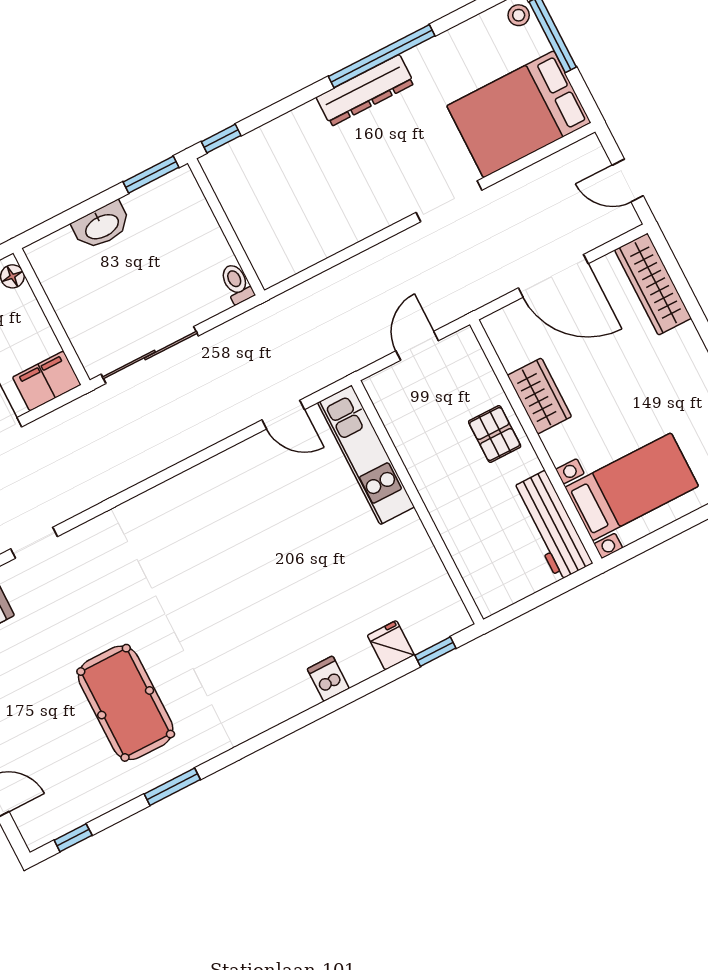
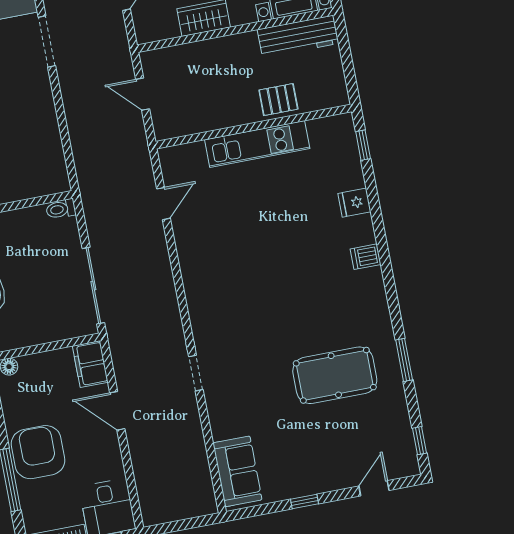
pallet: (495, 434) -> (278, 100), moved
kitchen unit: (366, 455) -> (257, 144), moved
doorway: (34, 543) -> (196, 373), moved
fridge: (391, 645) -> (354, 203), moved
dishwasher: (328, 679) -> (366, 257), moved

